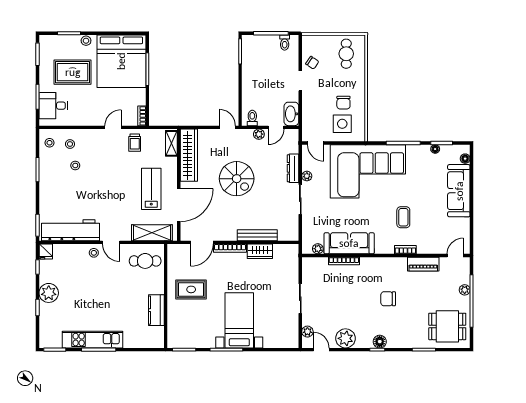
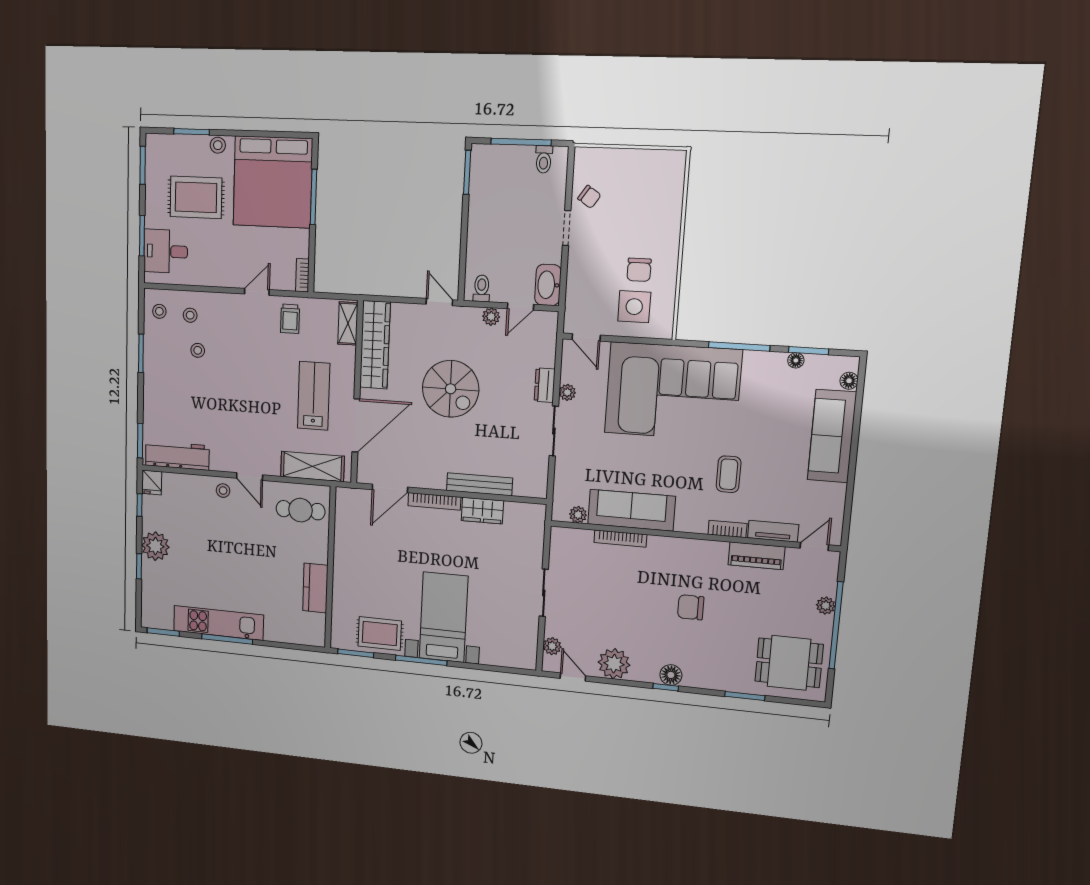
cafe table: (346, 54) -> (650, 183), removed
dresser: (293, 168) -> (545, 385), width x0.70
workbench: (70, 230) -> (177, 456), width x0.73, depth x0.76
tv unit: (431, 249) -> (773, 531), added
rug: (191, 289) -> (380, 634), moved

